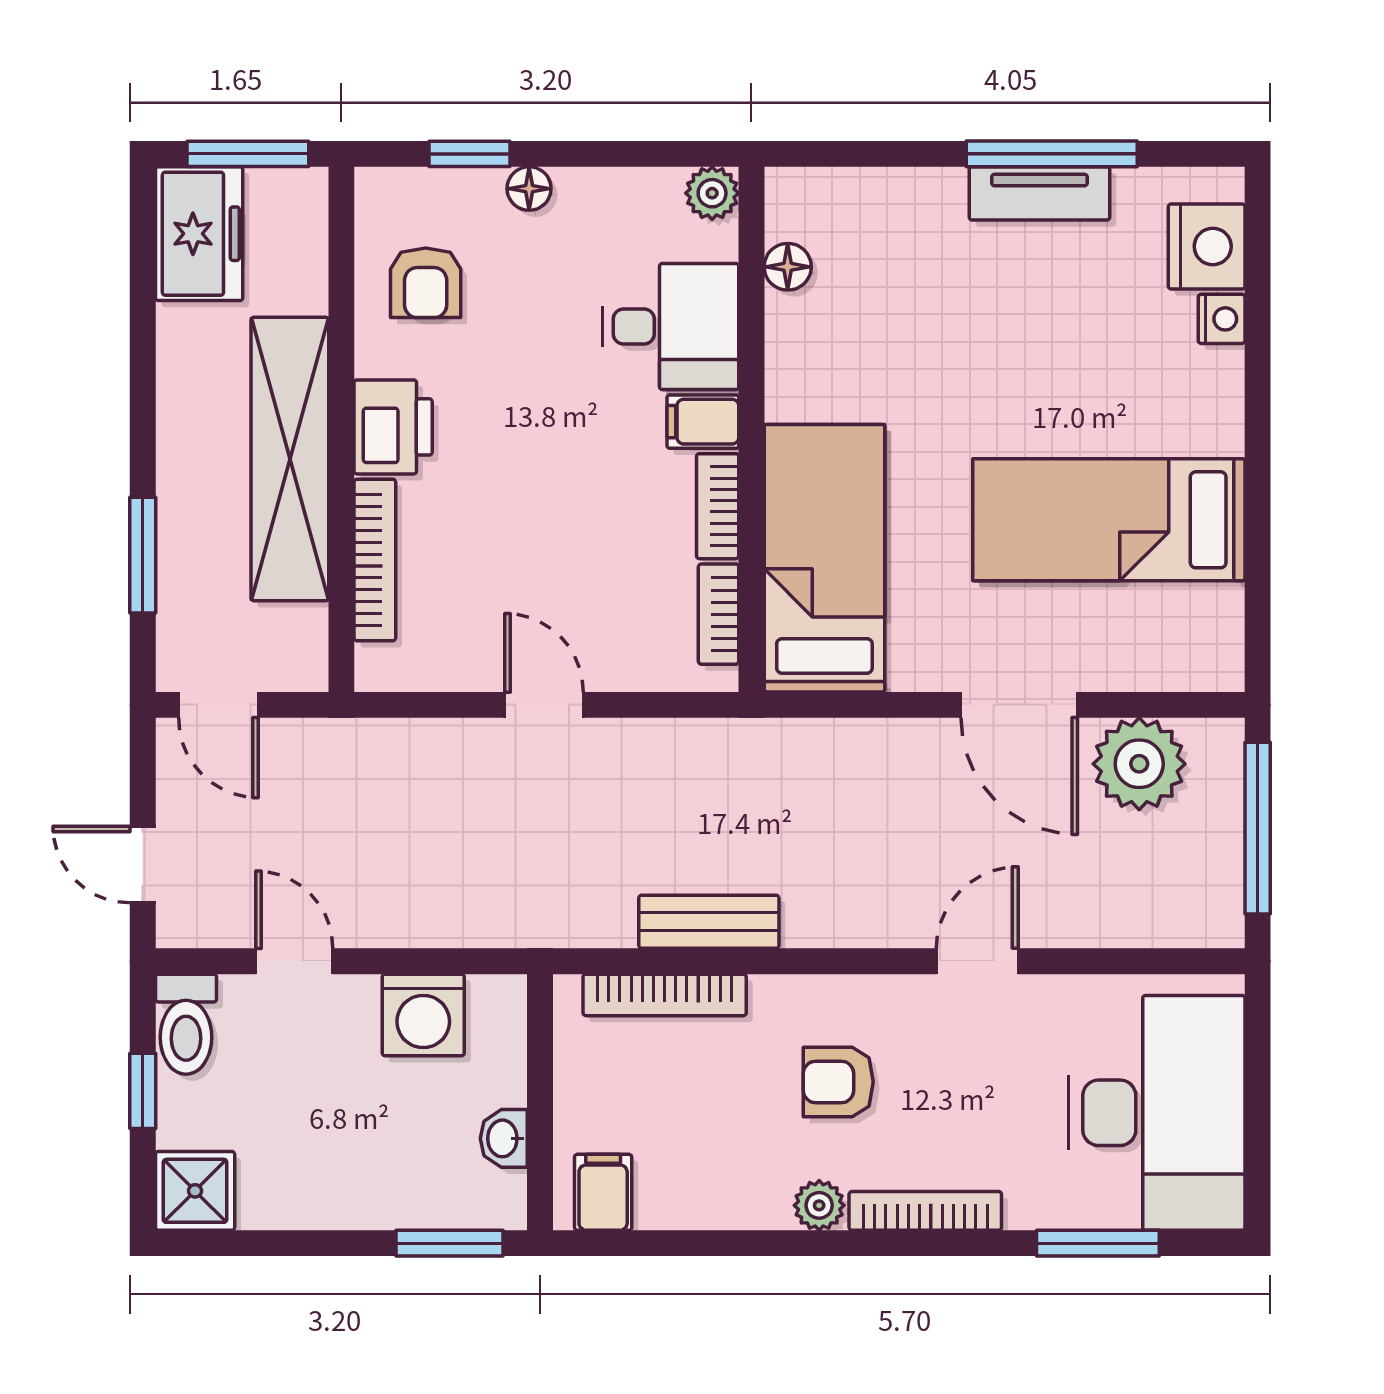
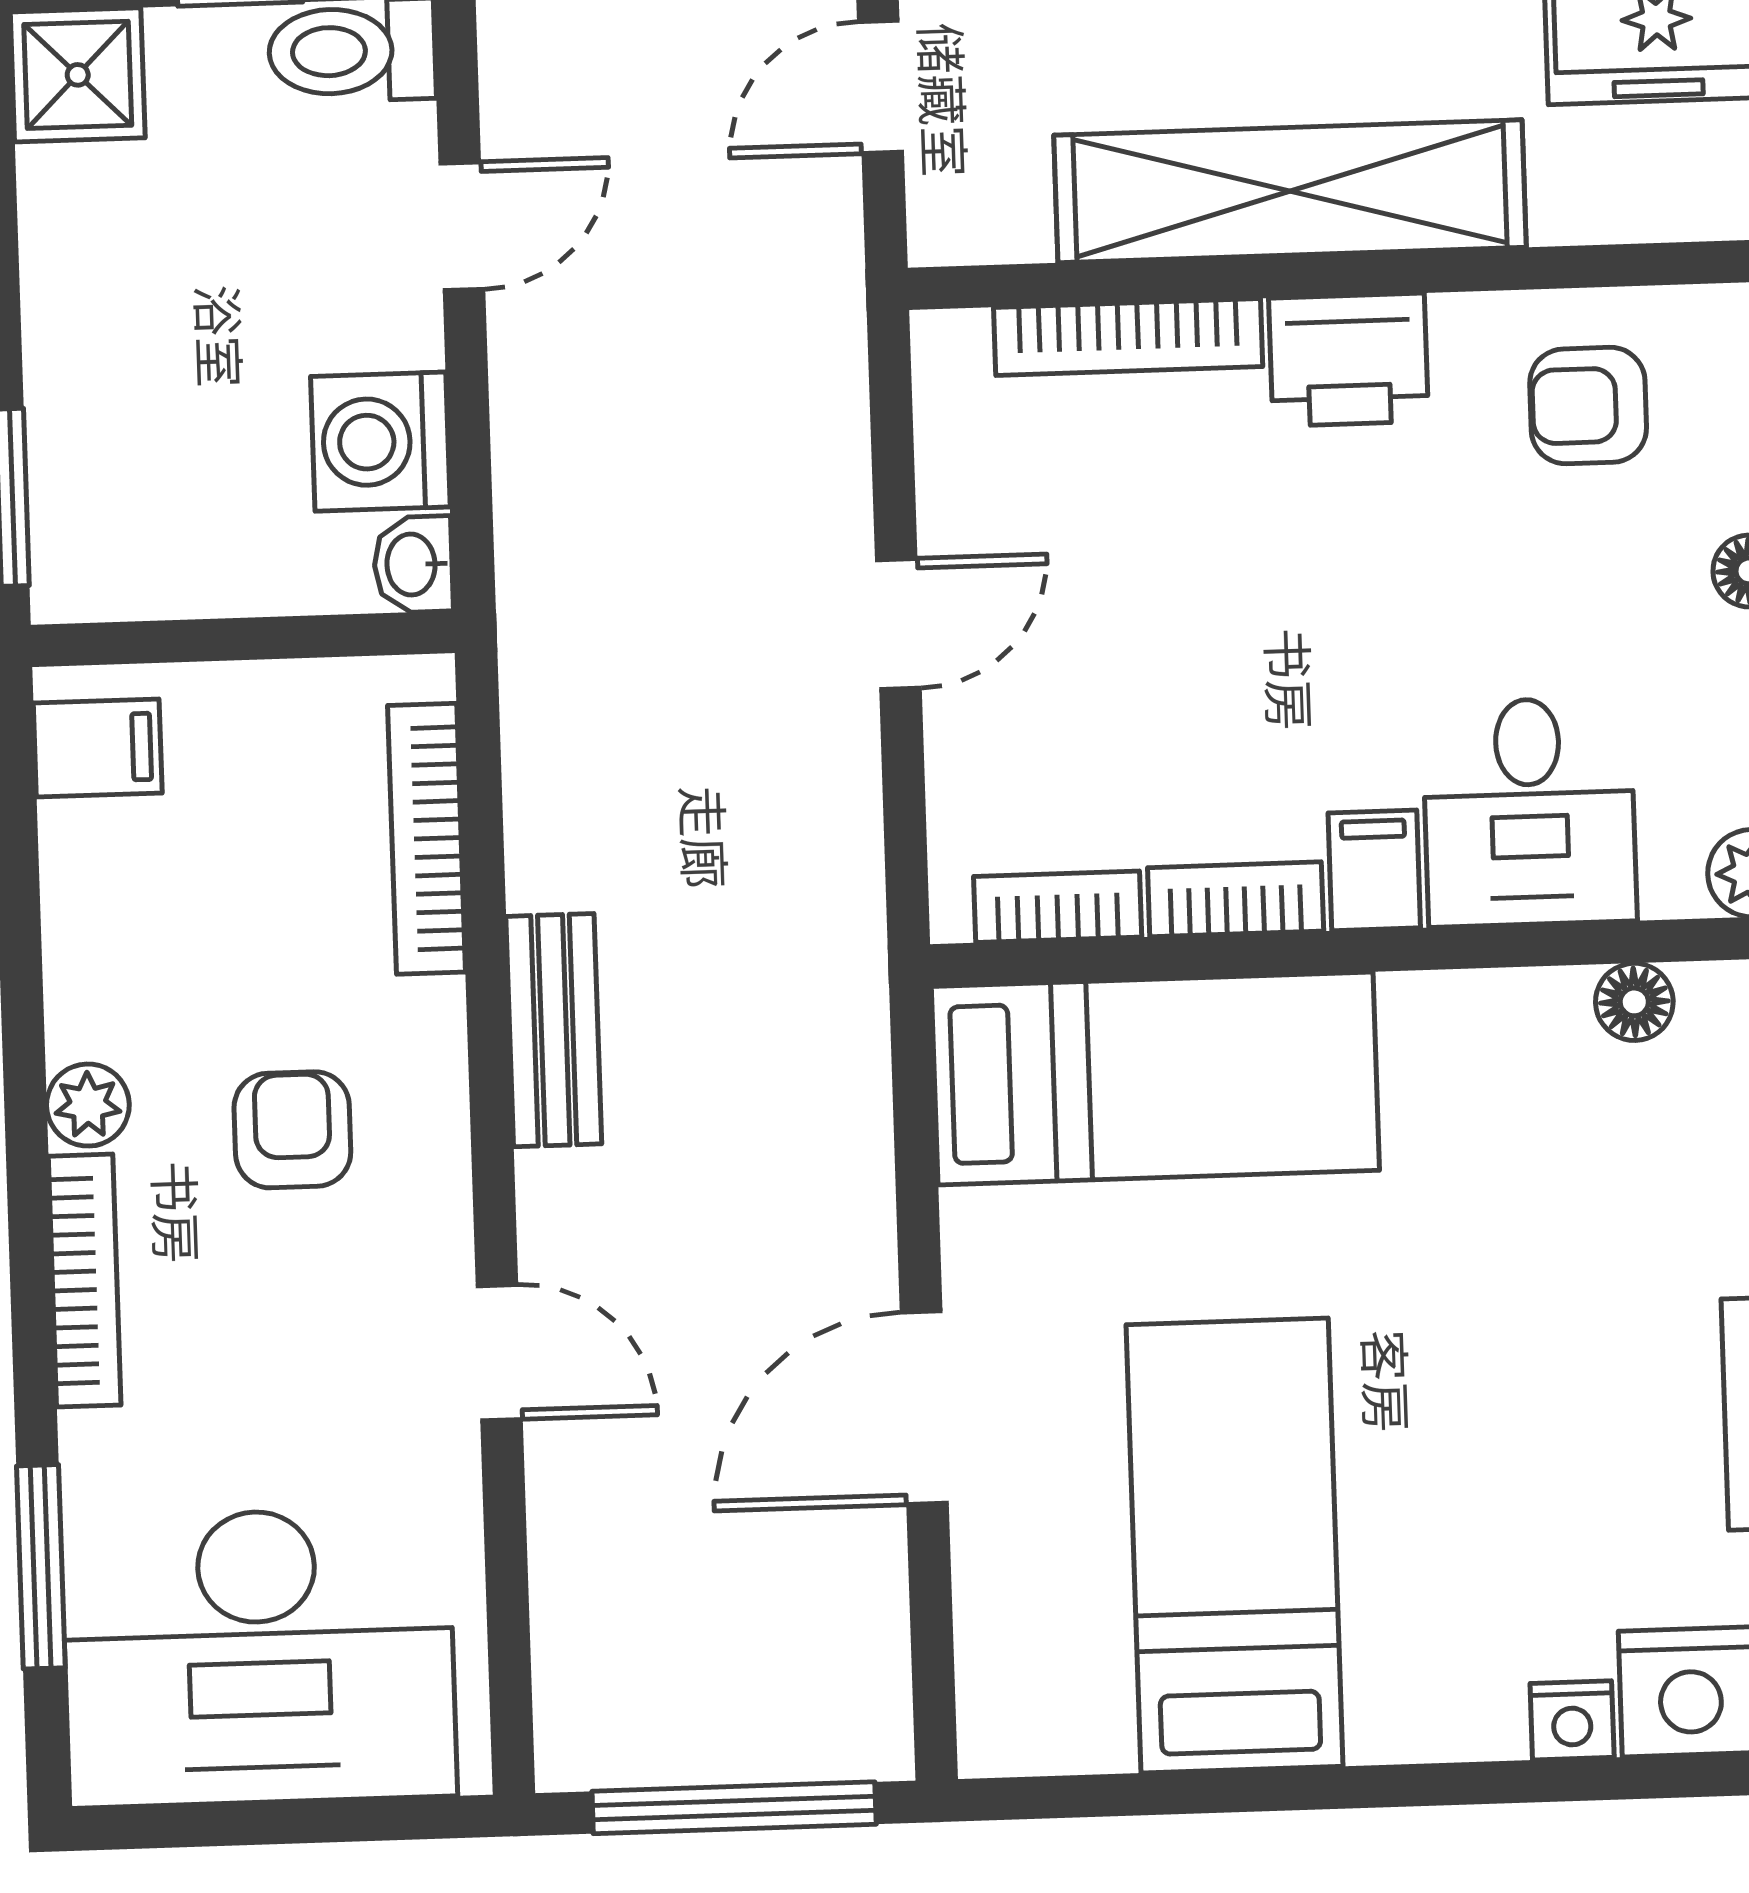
plant: (1139, 764) -> (834, 1609), removed
bench: (709, 922) -> (554, 1030), moved
washbasin: (504, 1138) -> (413, 564), moved, turned -90

